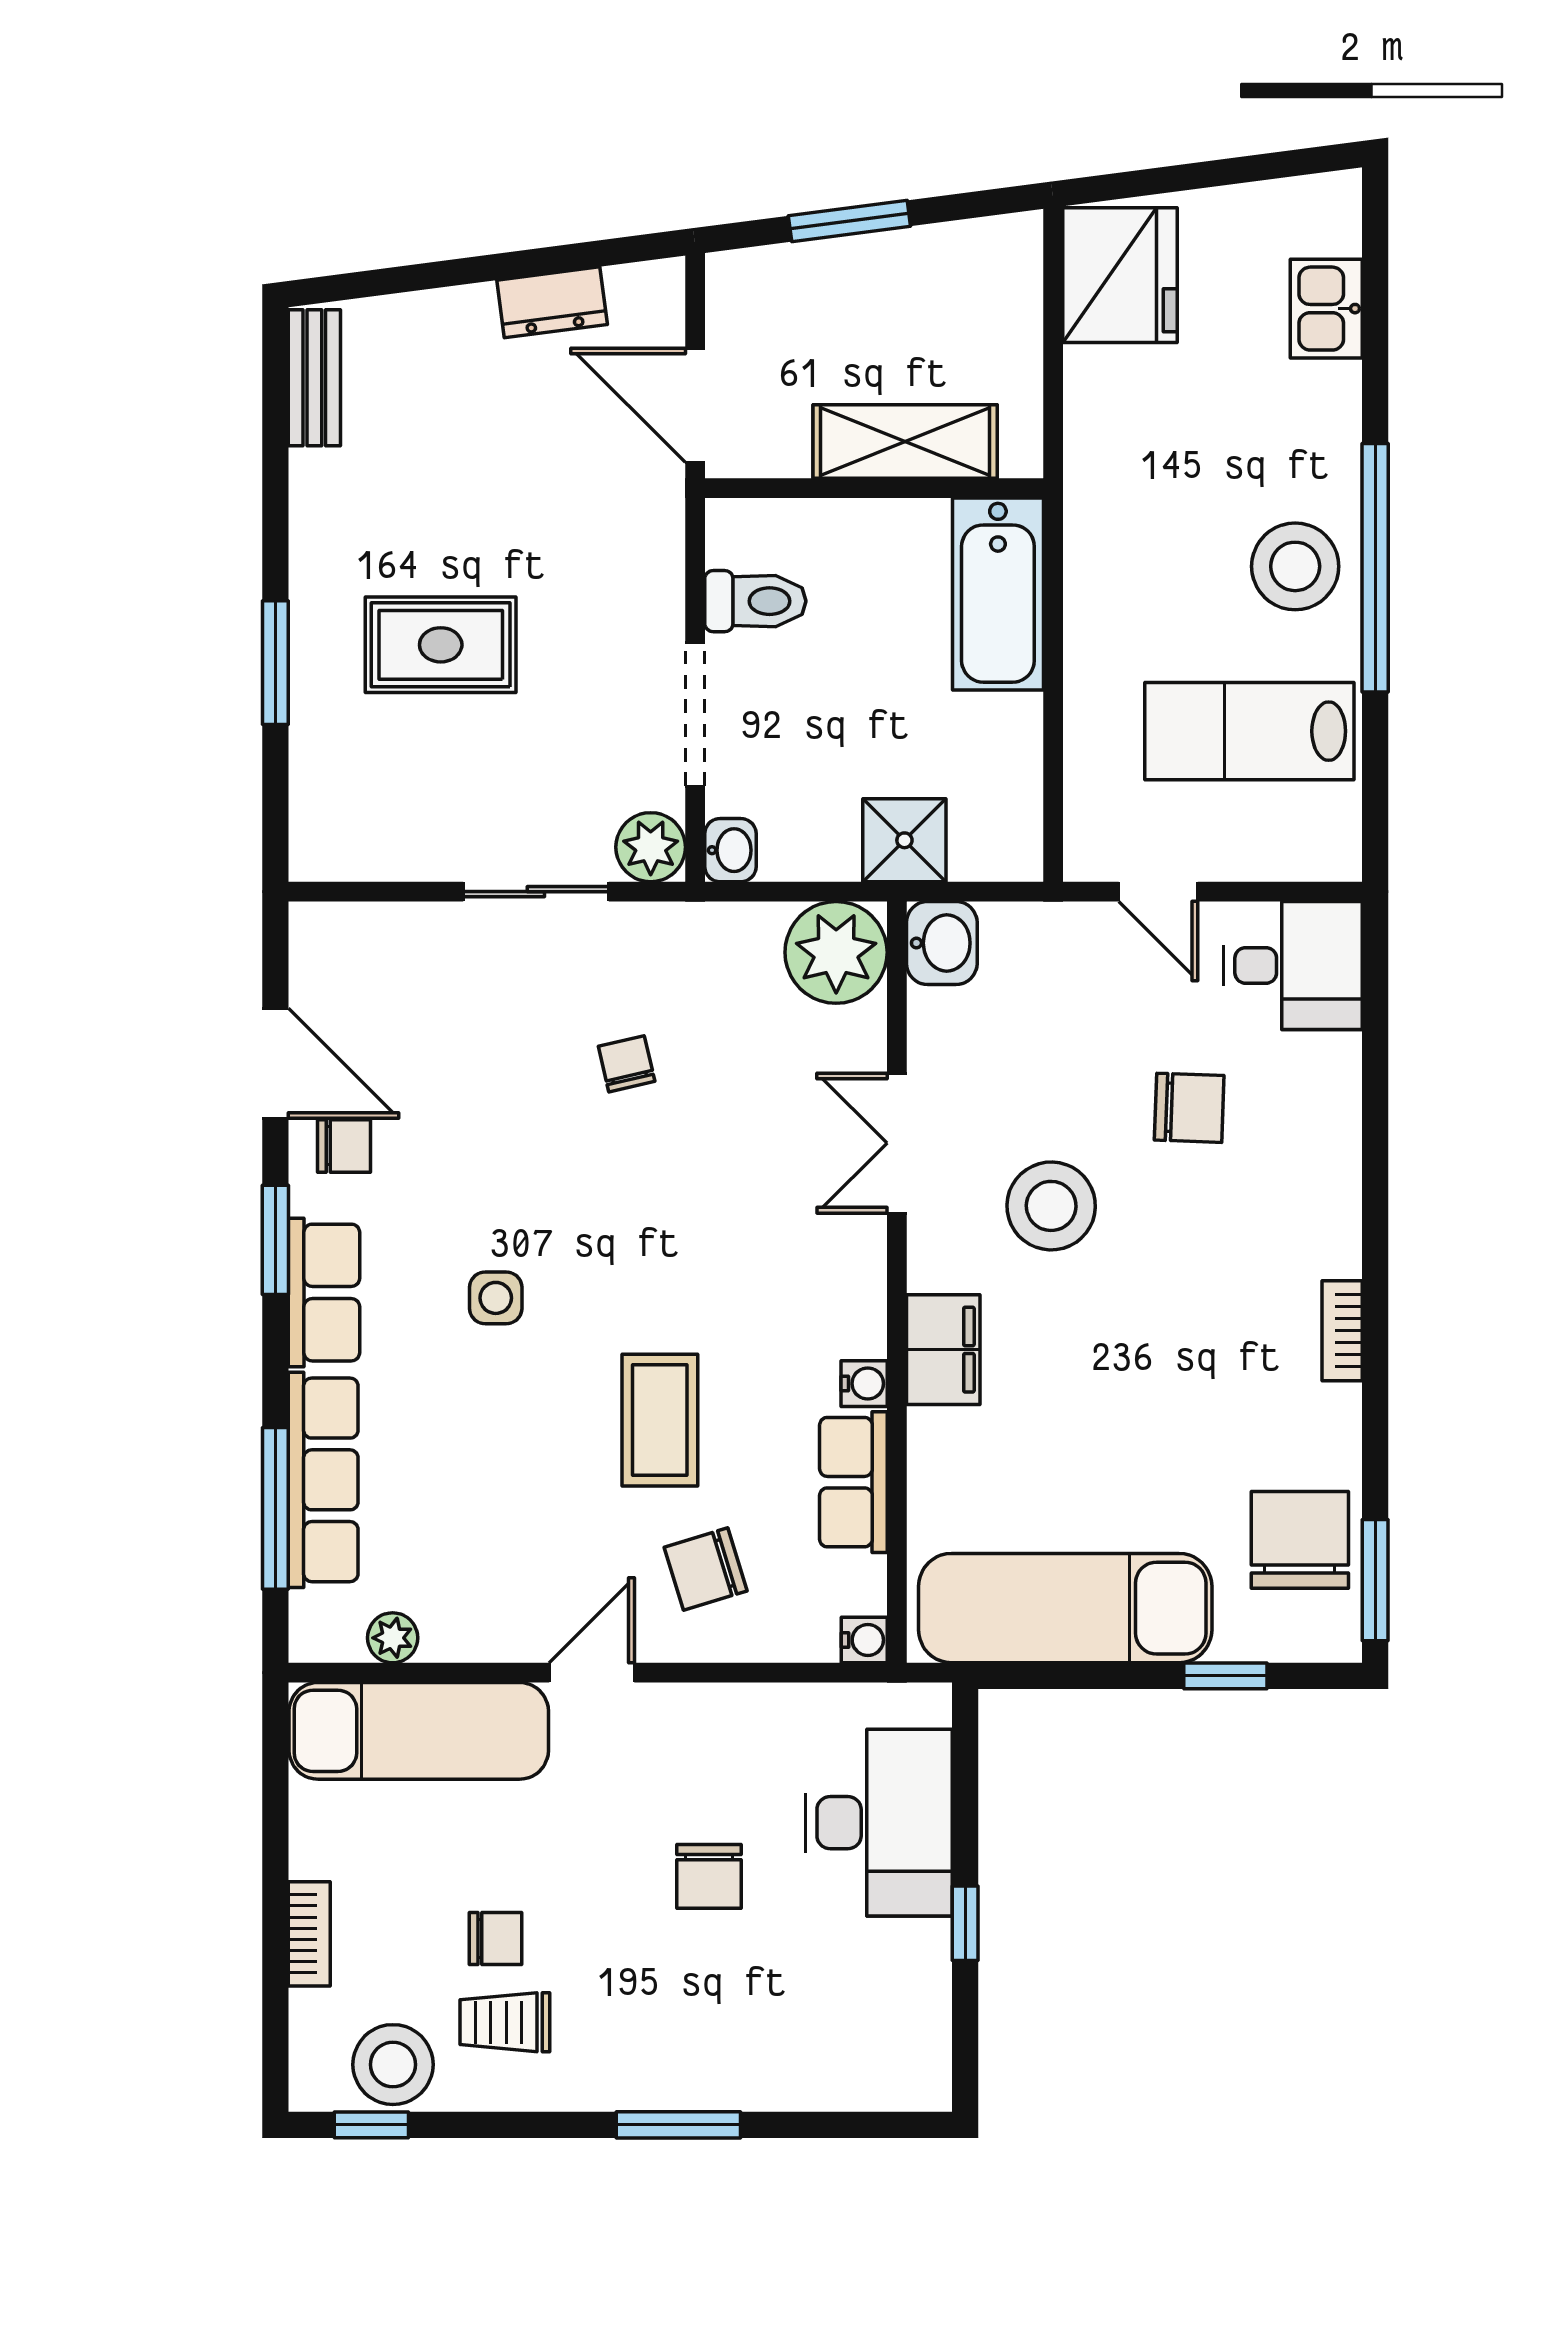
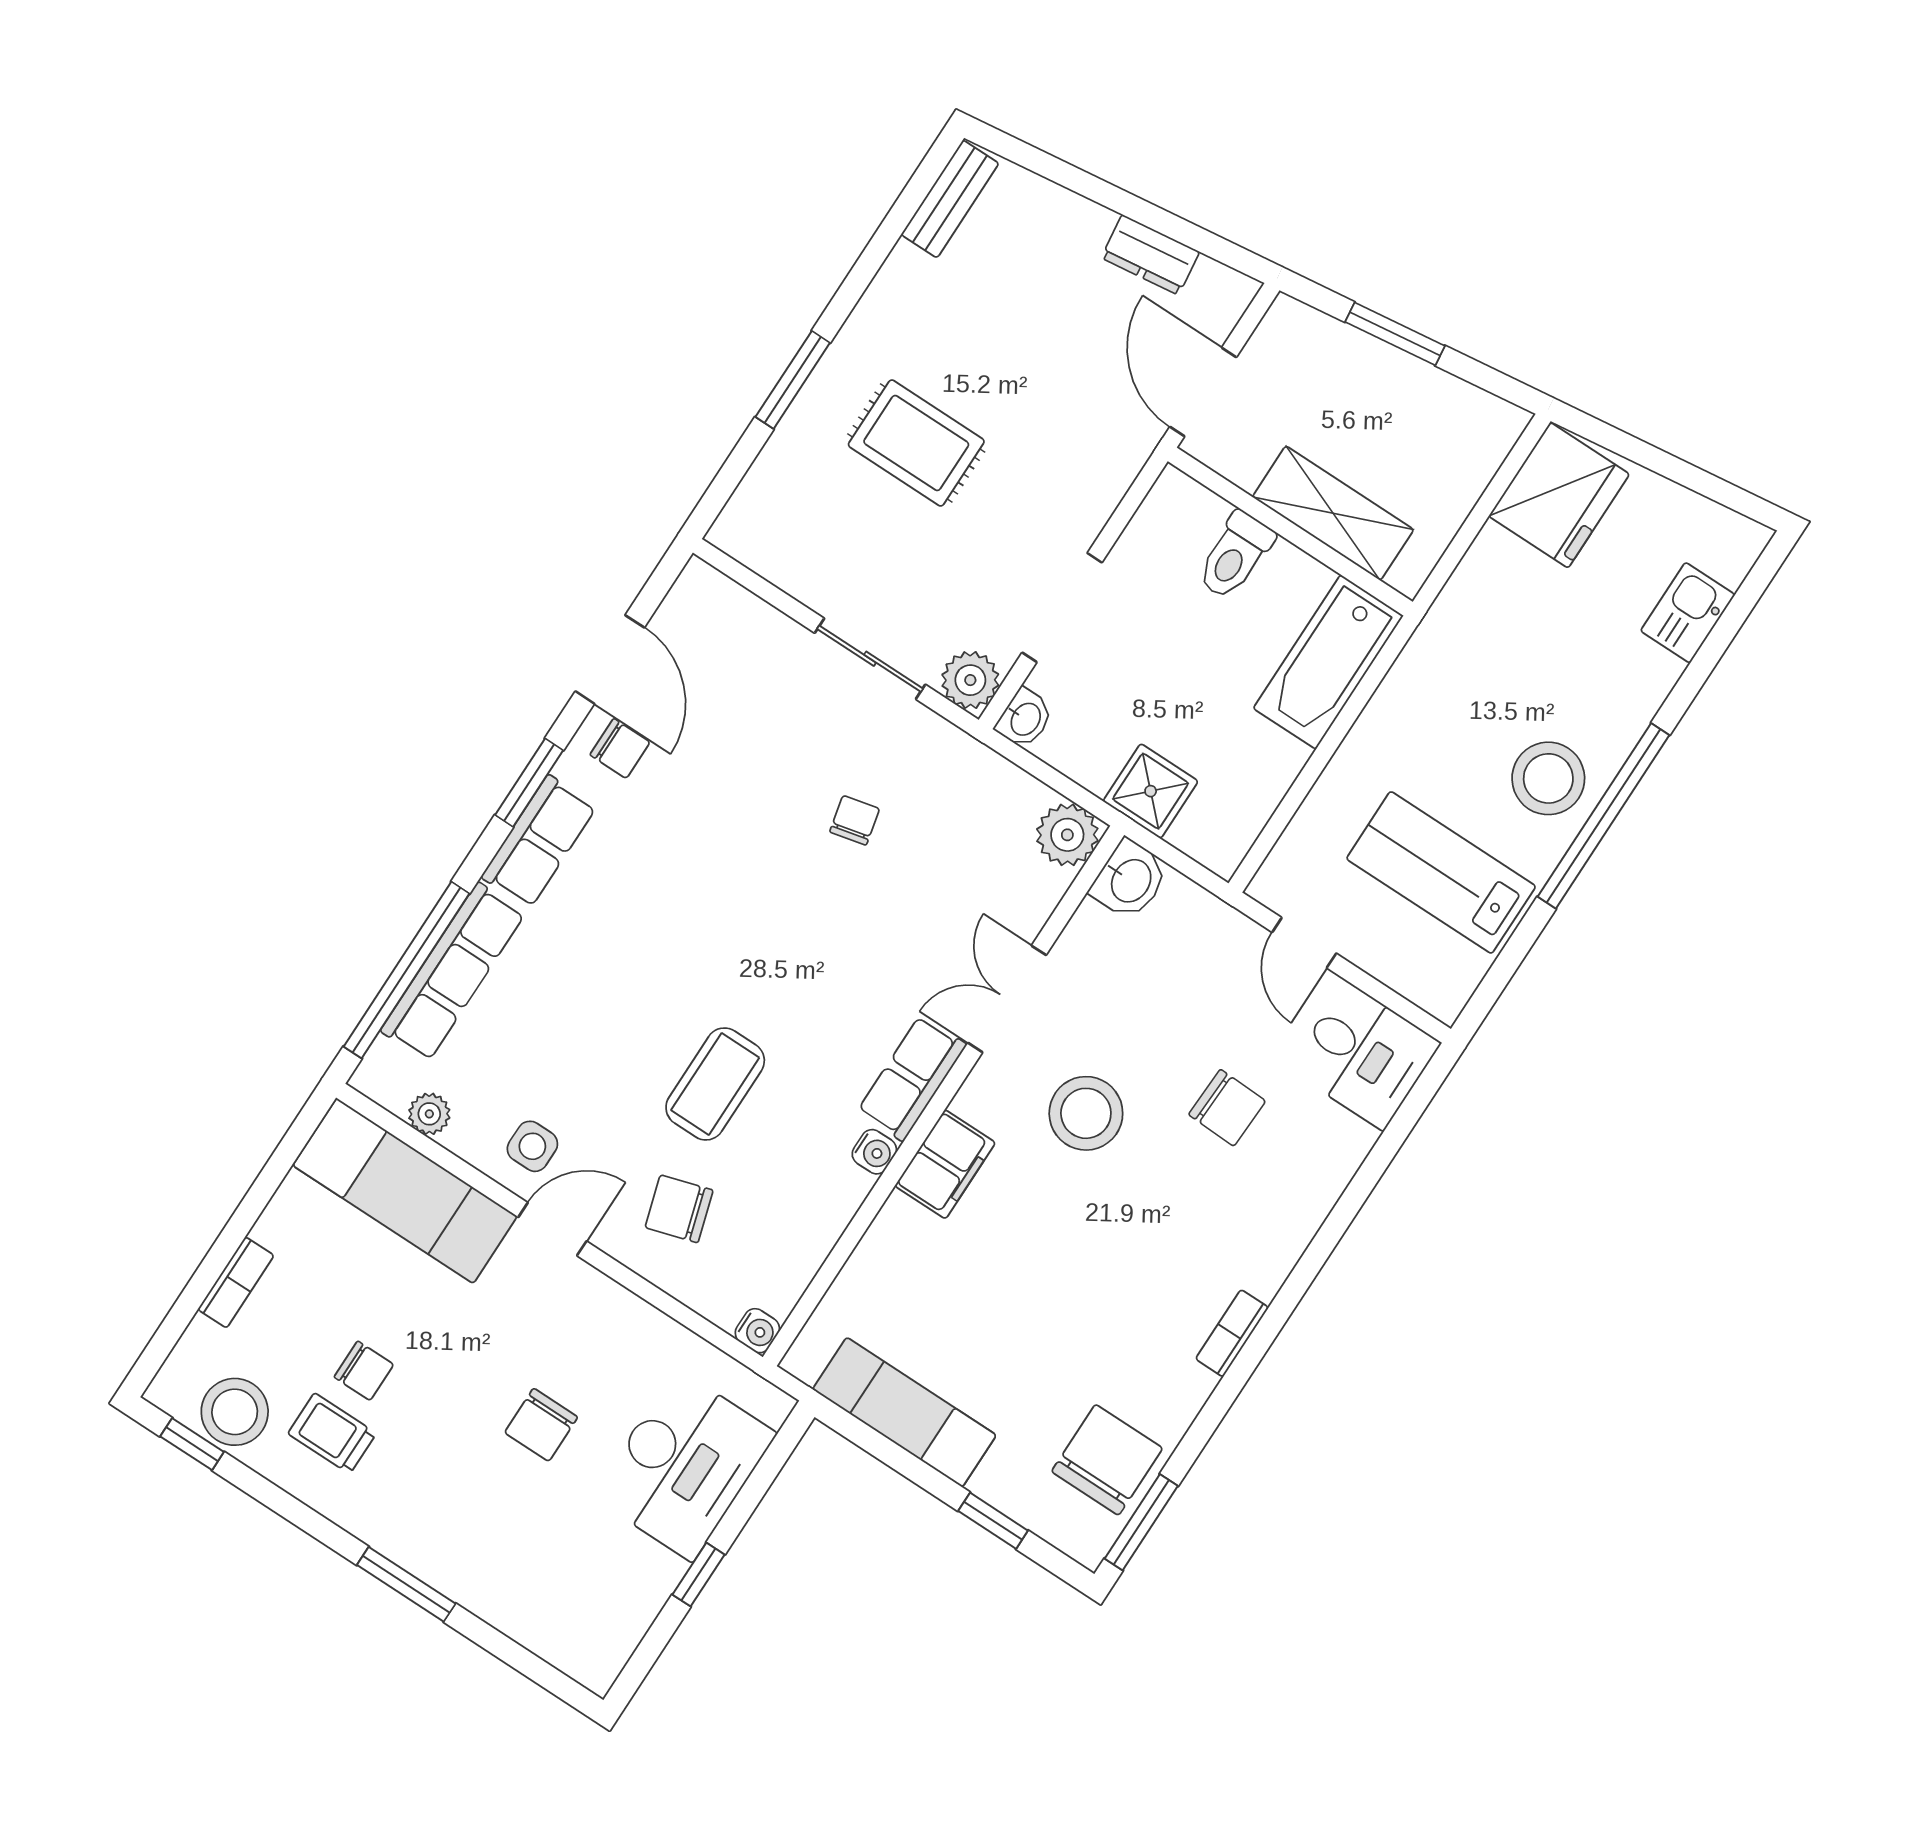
toilet: (755, 601) -> (1235, 556), moved, turned 90
plant: (836, 952) -> (1067, 835), width x0.73, depth x0.73
side table: (496, 1298) -> (532, 1146), moved
row of seats: (853, 1482) -> (912, 1078), moved
window: (275, 1508) -> (406, 970), width x1.46
exam couch: (1065, 1608) -> (904, 1412), width x0.73, depth x0.69

